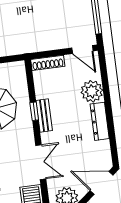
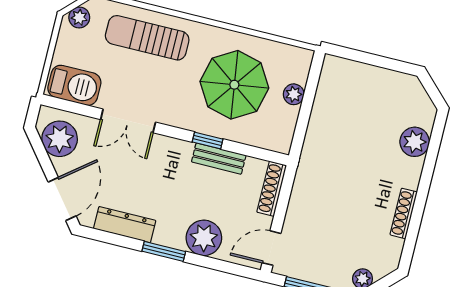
window: (109, 112) -> (164, 251), added
bench: (44, 116) -> (219, 159), moved
dresser: (100, 121) -> (125, 225), moved

